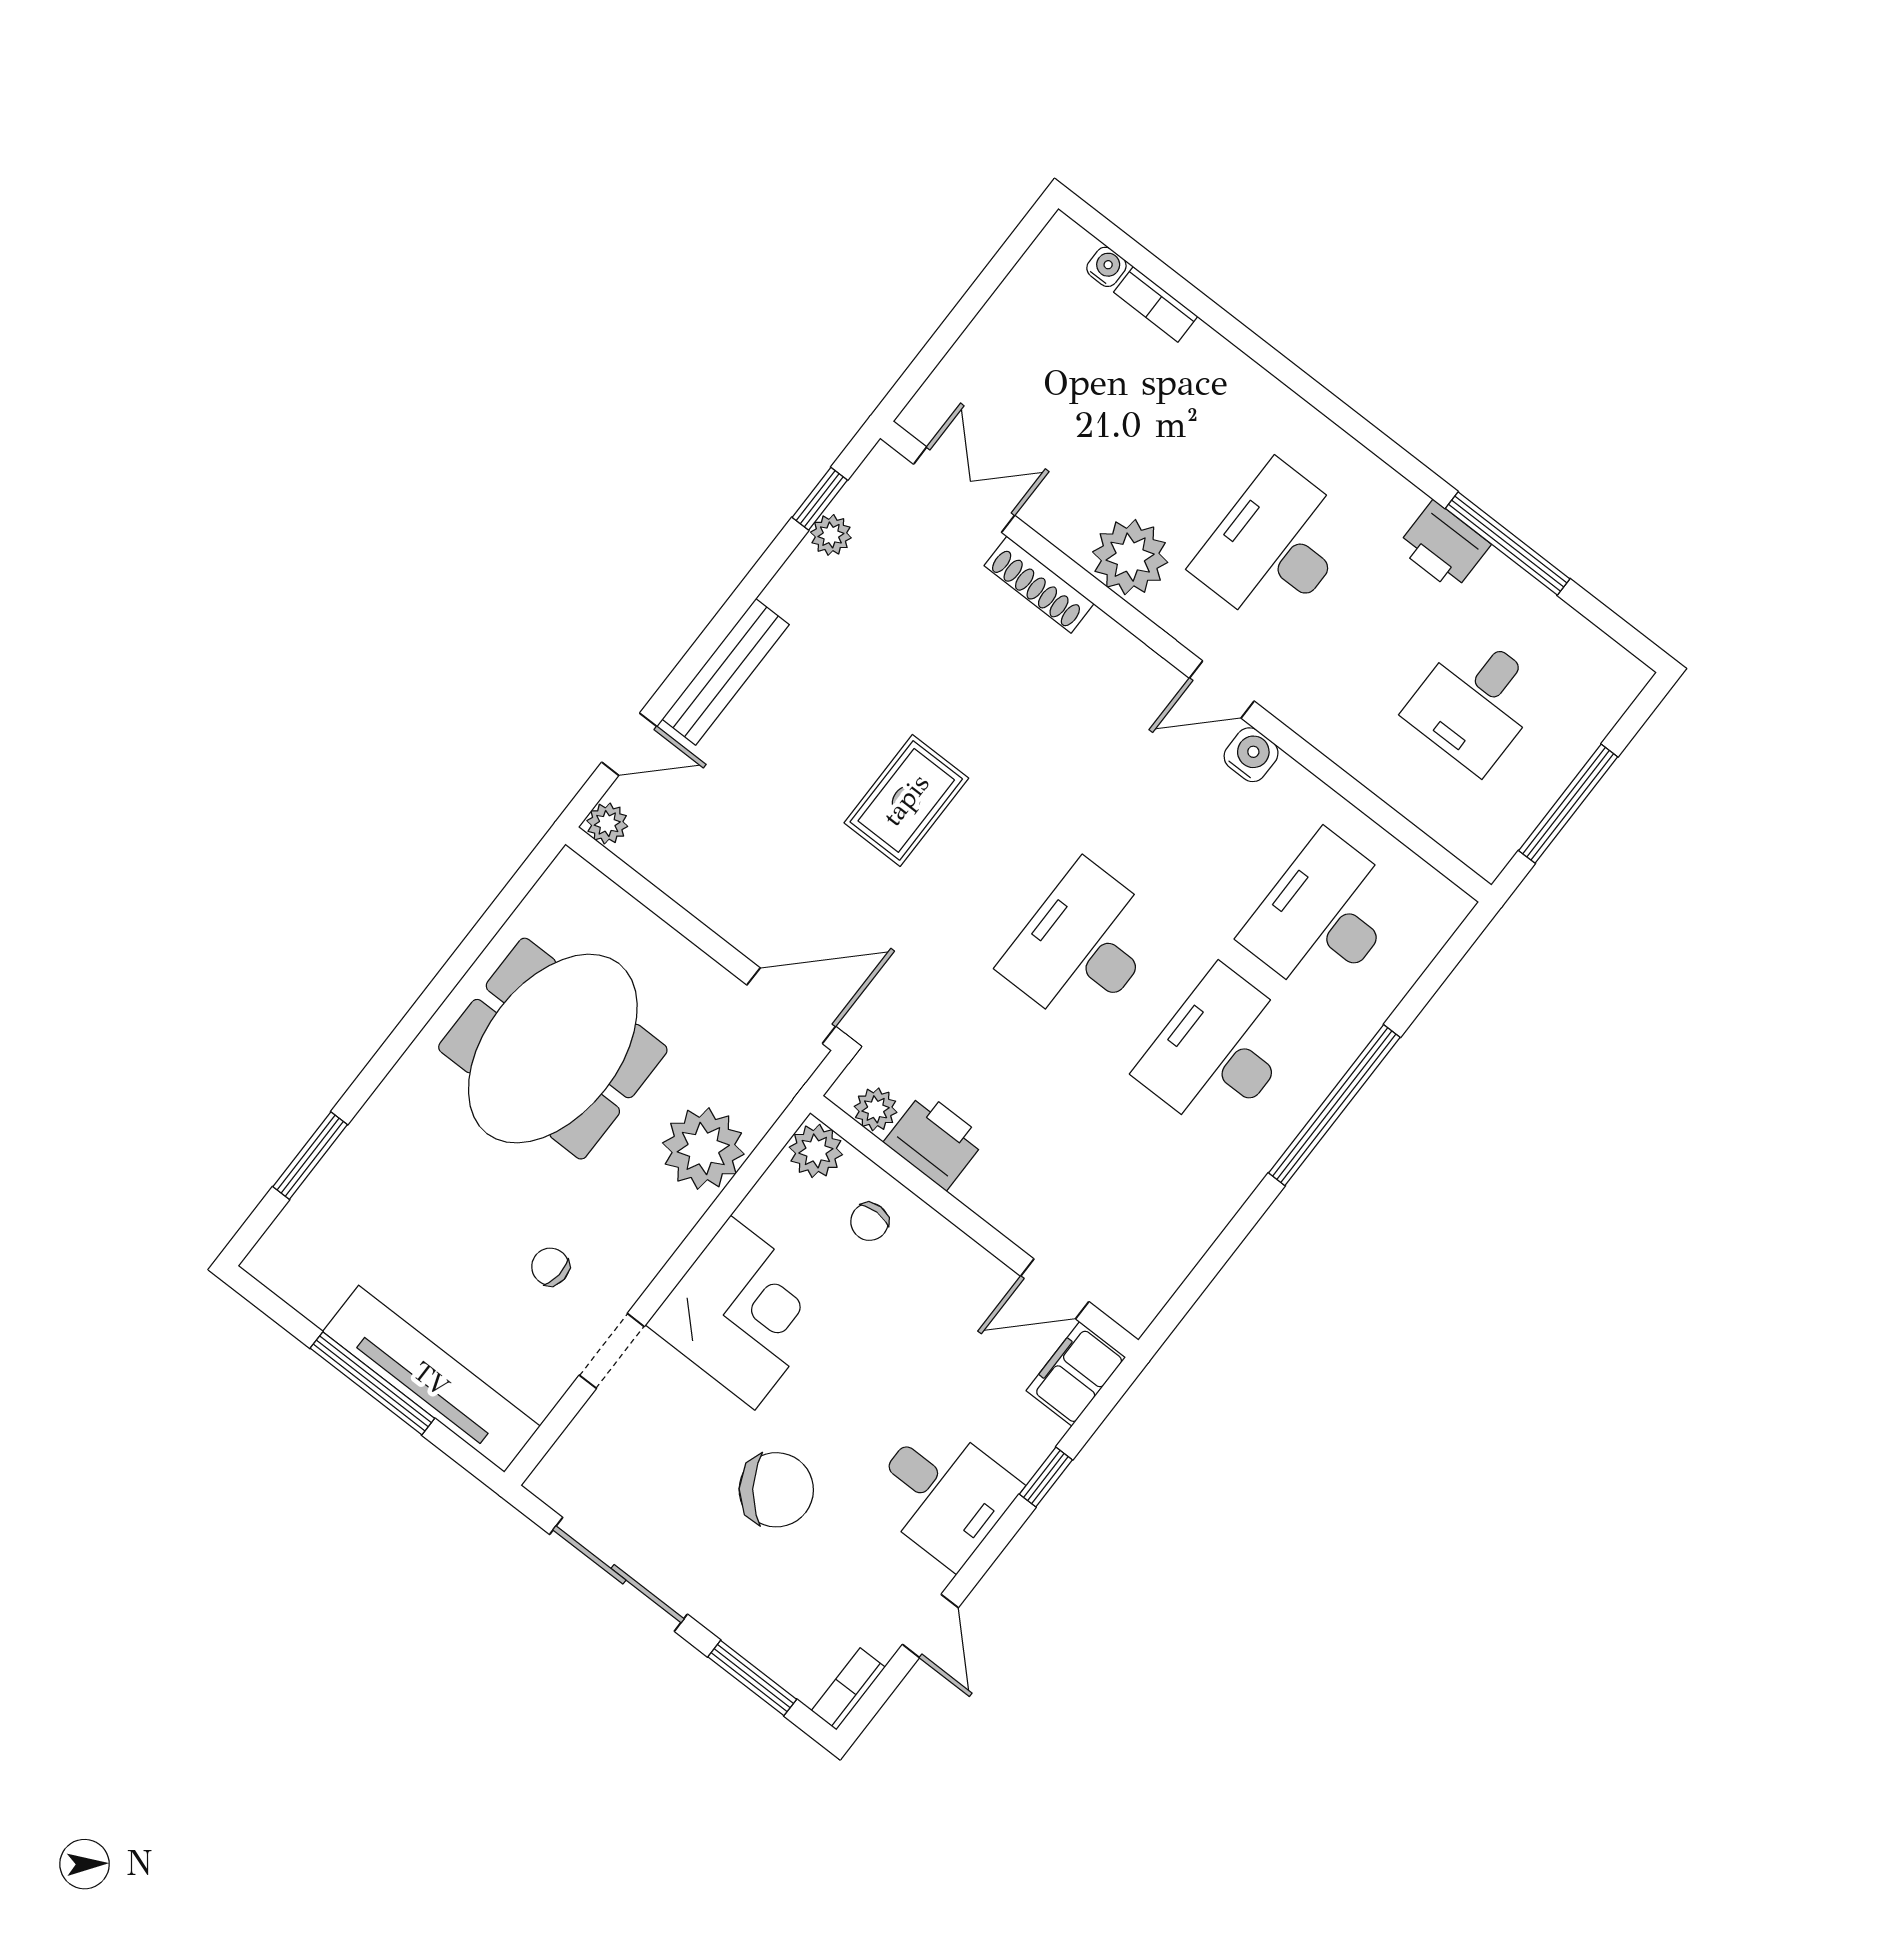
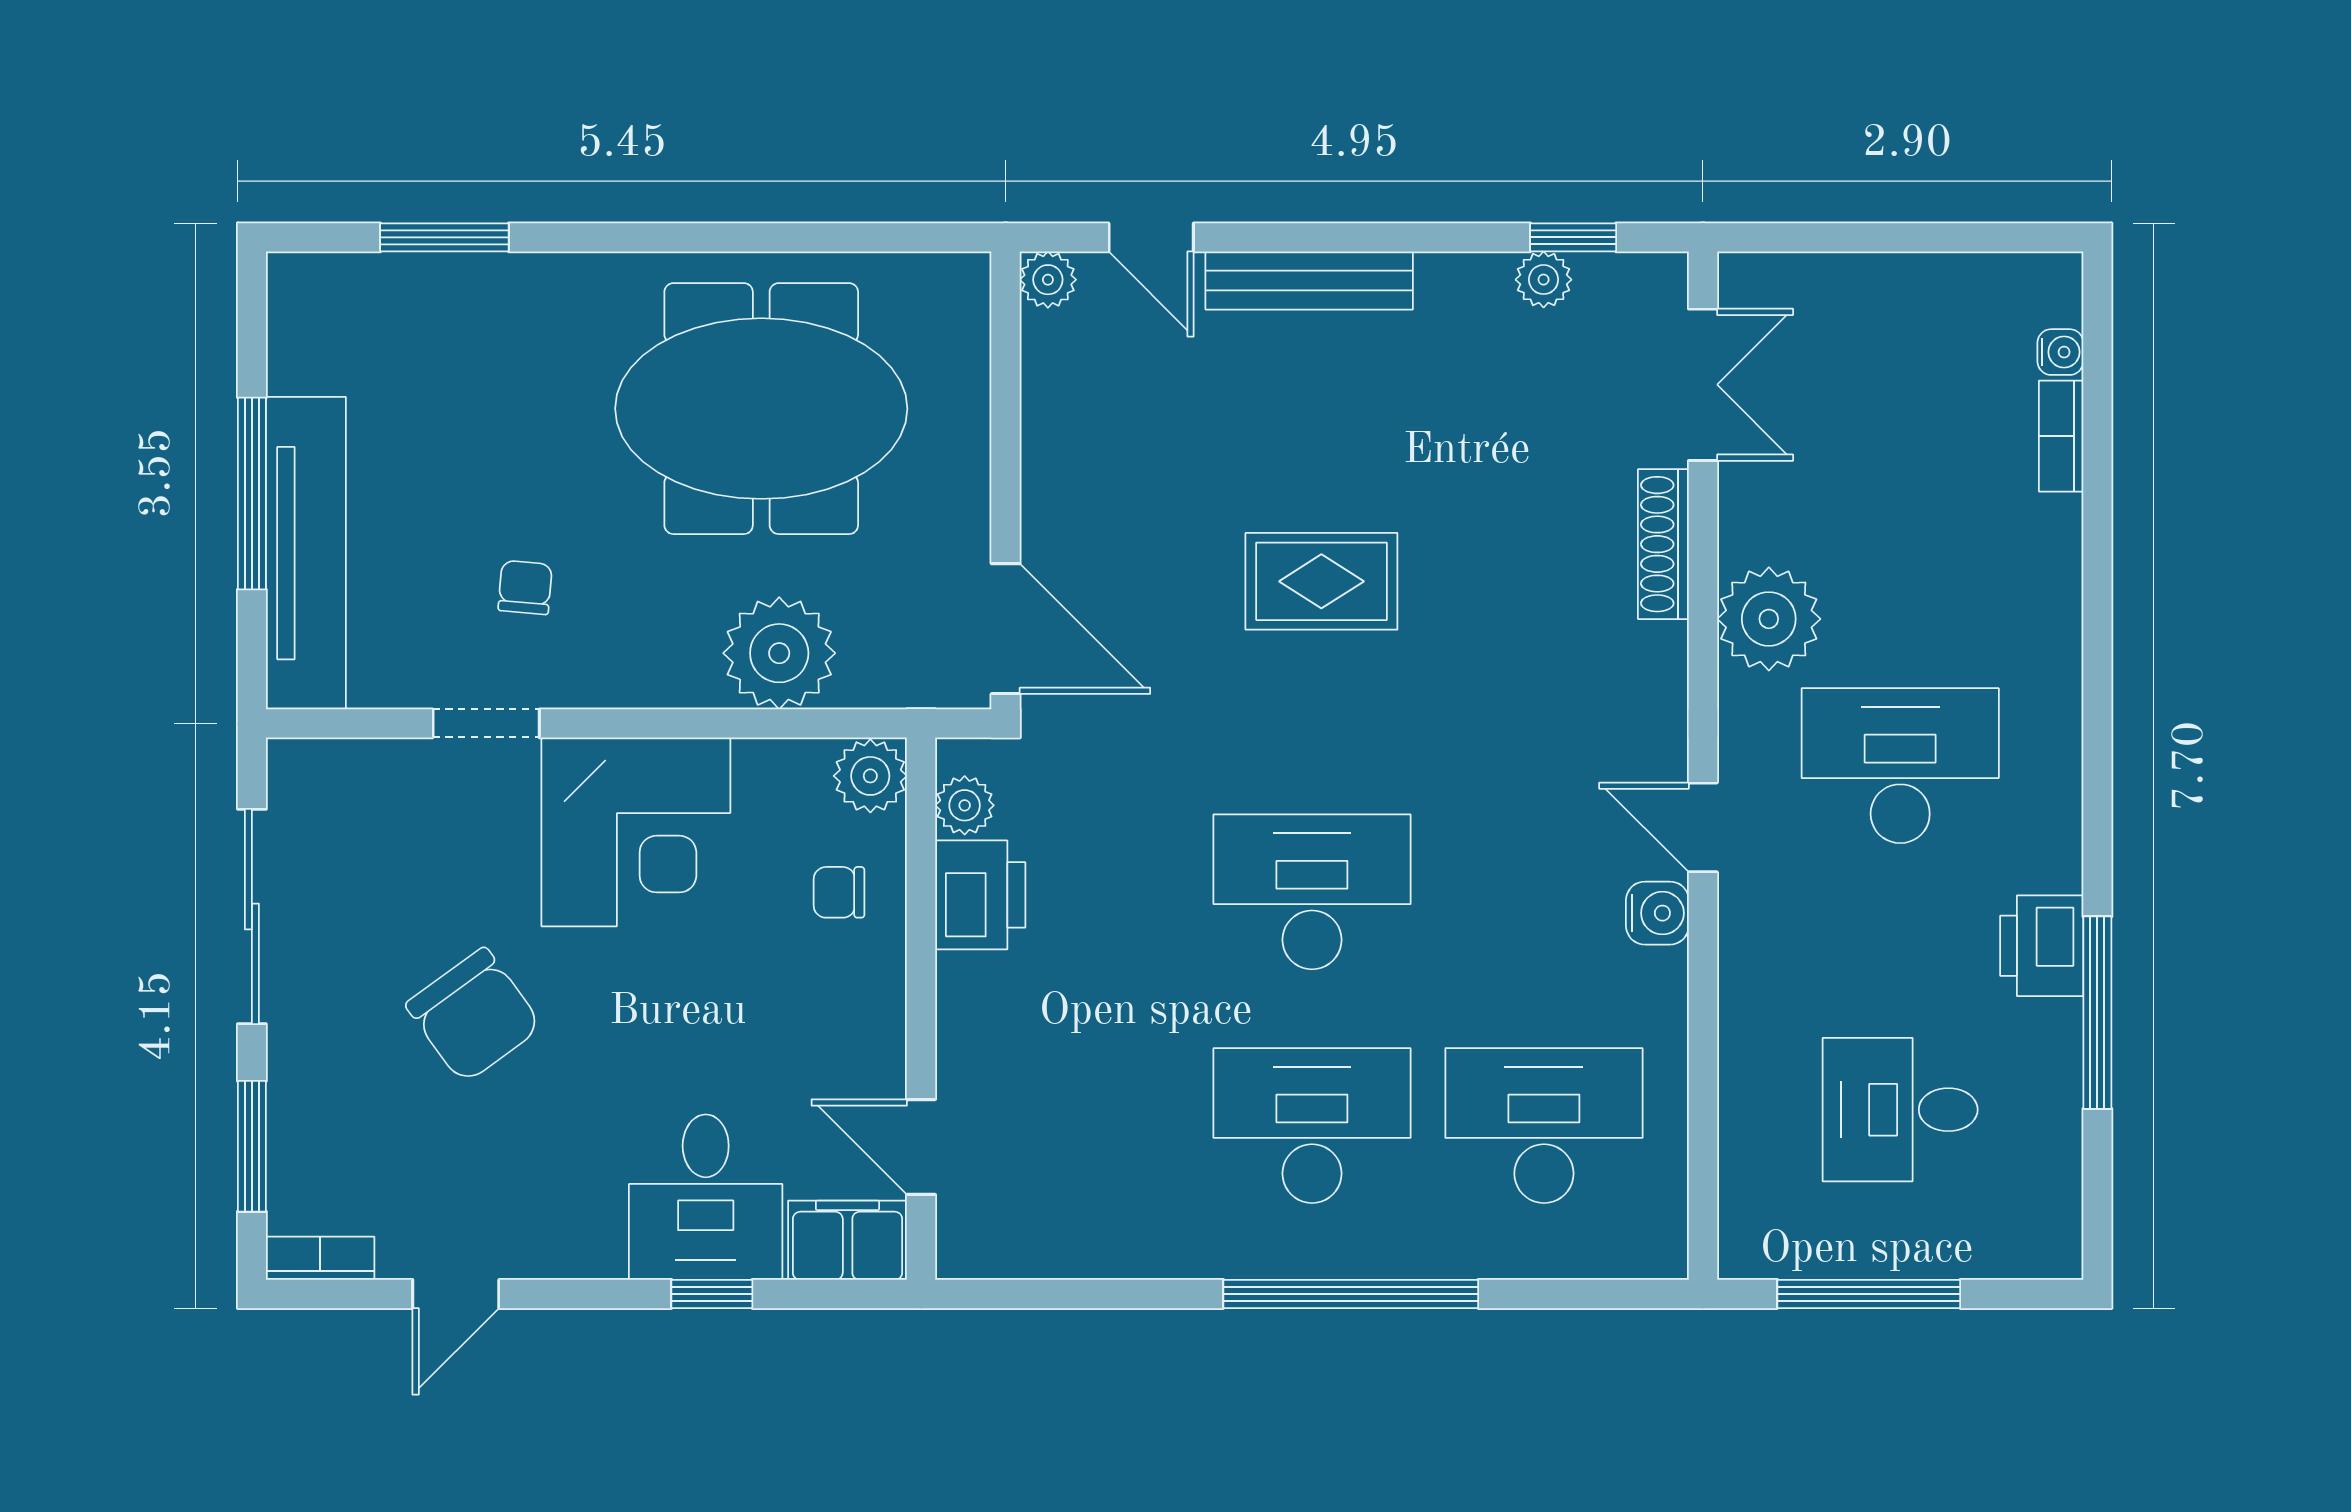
desk: (943, 1493) -> (706, 1197), moved

